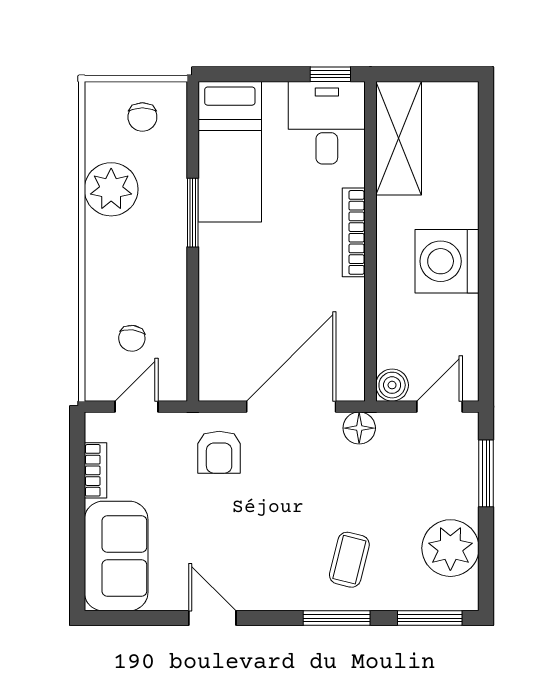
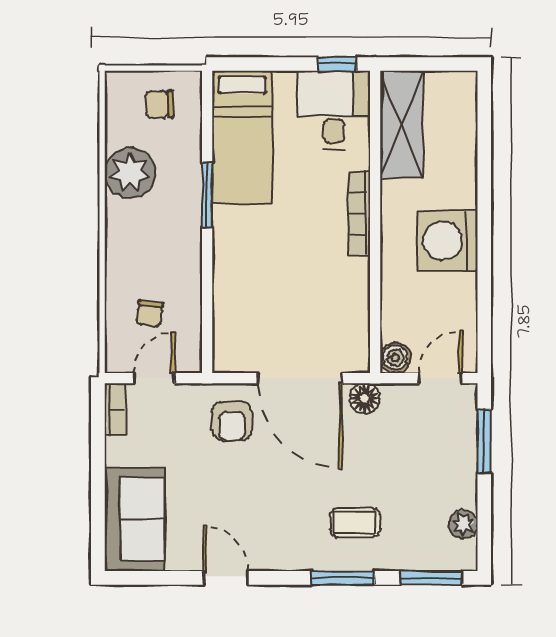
chair: (142, 117) -> (160, 104), turned 87
door: (291, 407) -> (300, 378), swing flipped
bookcase: (95, 470) -> (115, 409), moved
plant: (450, 548) -> (463, 524), width x0.53, depth x0.53
coffee table: (349, 560) -> (355, 523), turned 76

